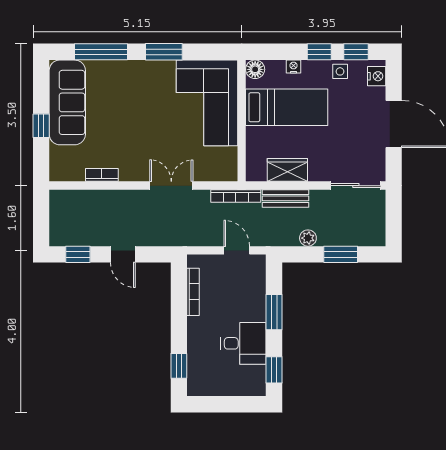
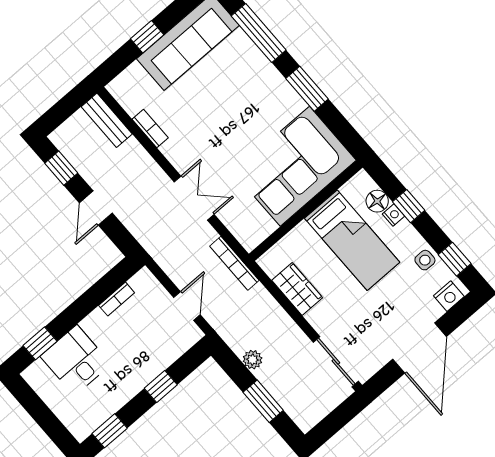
window: (319, 52) -> (409, 206), moved
floor lamp: (255, 69) -> (377, 201), moved
bench: (285, 198) -> (107, 120), moved
bookcase: (193, 292) -> (117, 299), width x0.64
window: (274, 312) -> (161, 387), width x0.67
desk: (243, 343) -> (76, 360), moved, turned 180

